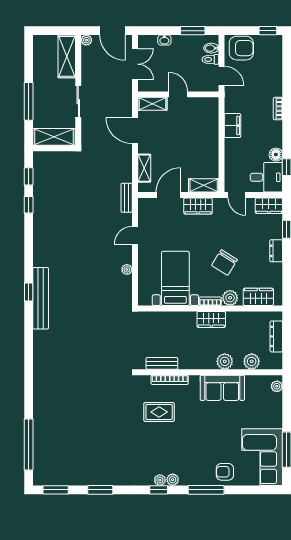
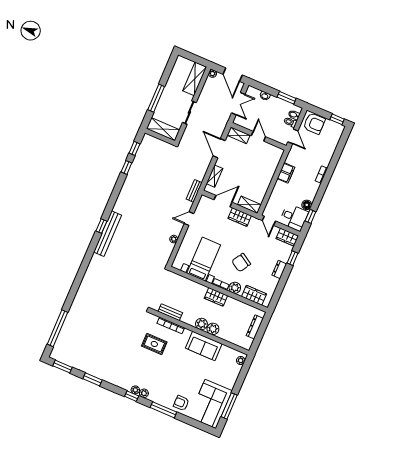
plant: (252, 361) -> (201, 324), moved

